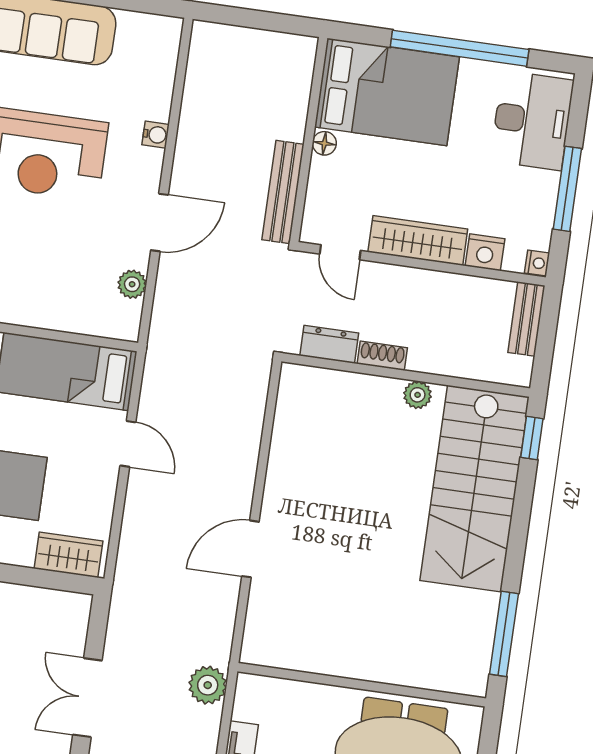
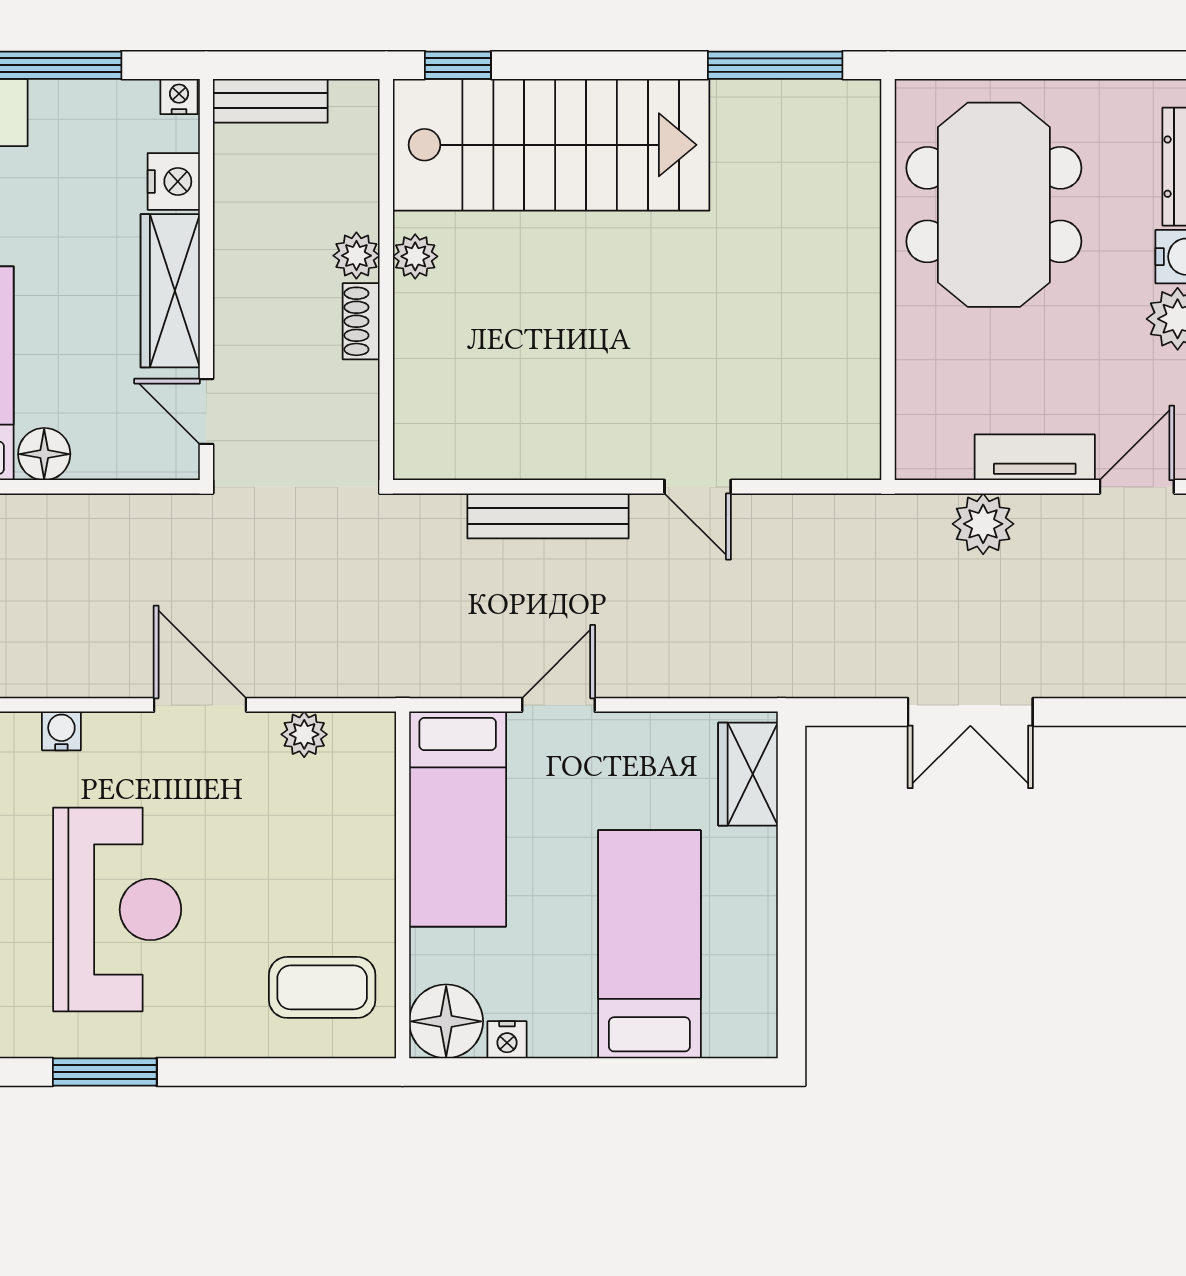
floor lamp: (324, 143) -> (44, 454), width x1.37, depth x1.37
bench: (283, 192) -> (548, 516), moved
door: (340, 252) -> (206, 411), swing flipped
dresser: (329, 344) -> (355, 408), removed
plant: (423, 359) -> (356, 256), added
door: (250, 549) -> (698, 487), width x0.73
plant: (208, 685) -> (983, 524), moved

